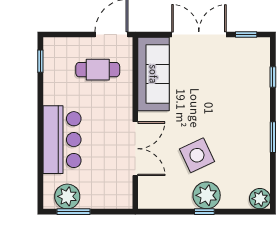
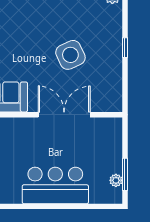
plant: (207, 195) -> (109, 46), removed
plant: (67, 196) -> (116, 180), width x0.53, depth x0.53

